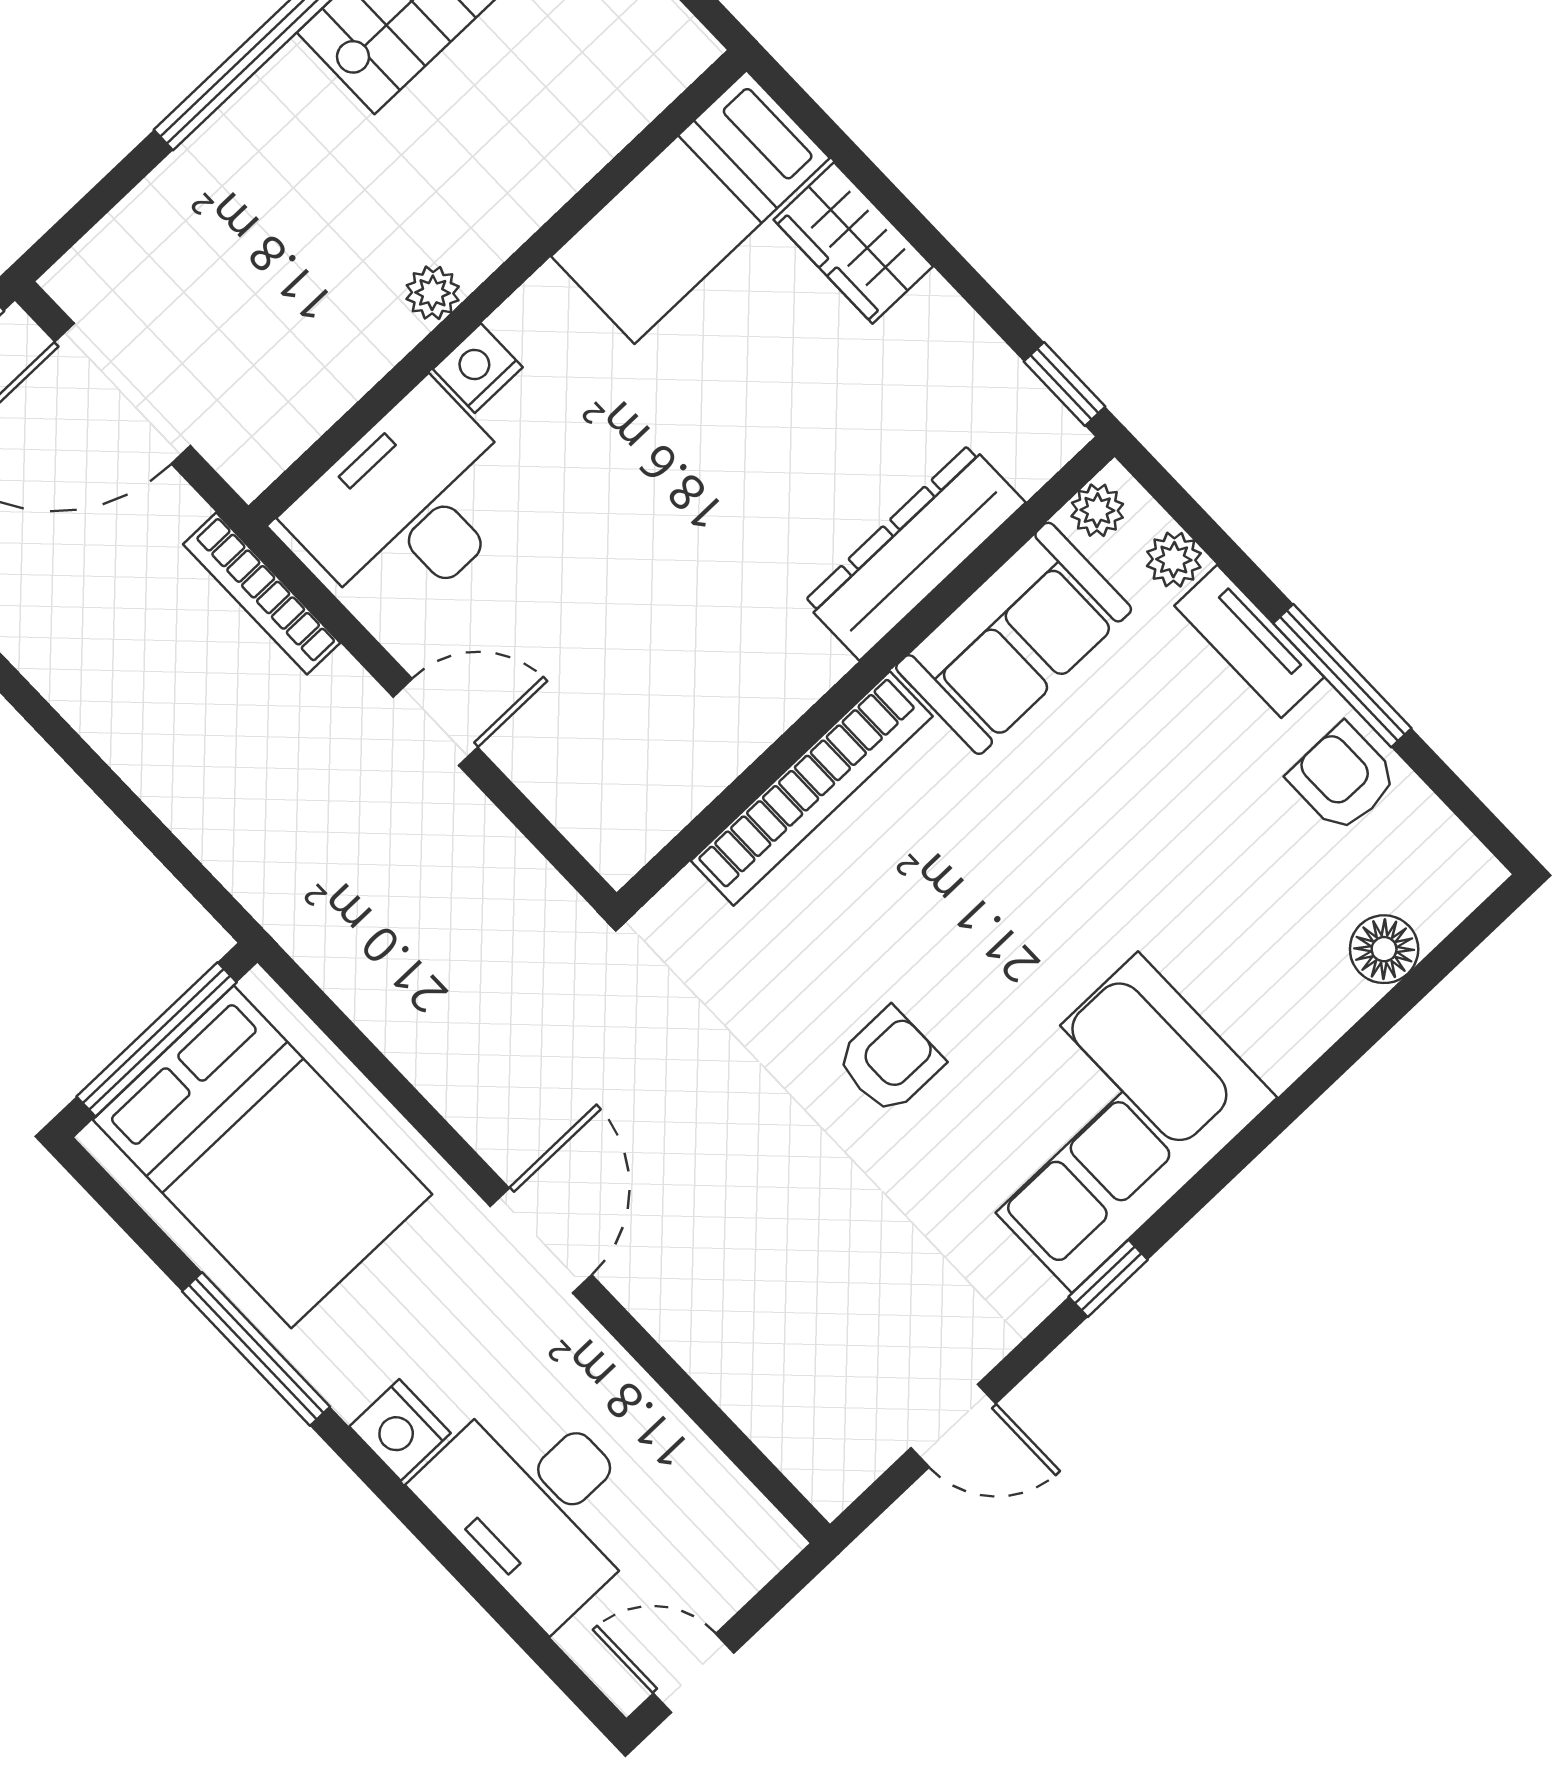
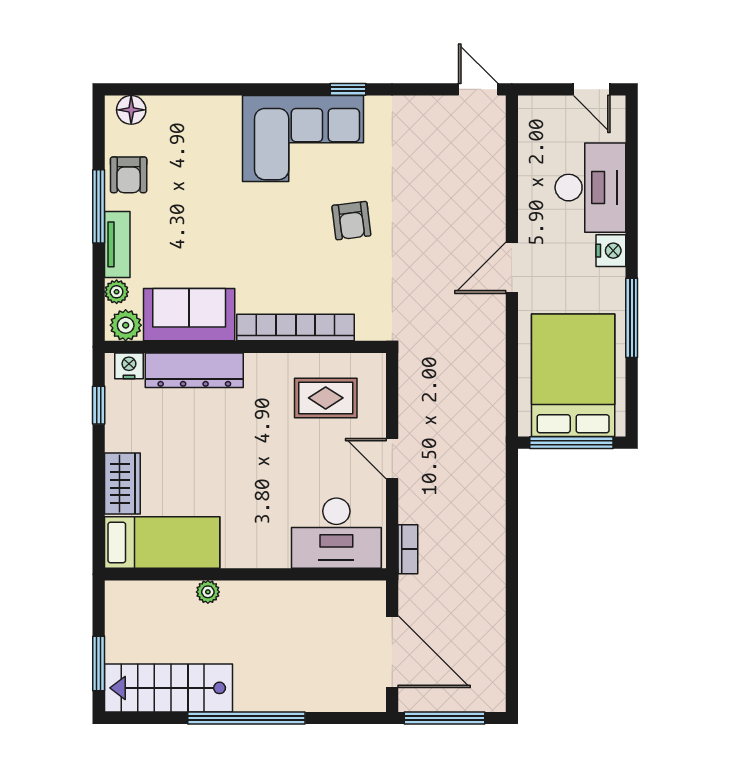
plant: (433, 293) -> (208, 592), moved
nightstand: (478, 368) -> (129, 366), moved, turned 180
window: (1065, 384) -> (99, 405), moved
plant: (1097, 510) -> (126, 325), width x1.38, depth x1.38
bookcase: (262, 593) -> (408, 549), width x0.64
rug: (646, 718) -> (326, 398), added
floor lamp: (1384, 949) -> (131, 110), moved
armchair: (890, 1061) -> (351, 221), turned -97
door: (953, 1426) -> (478, 89), moved

